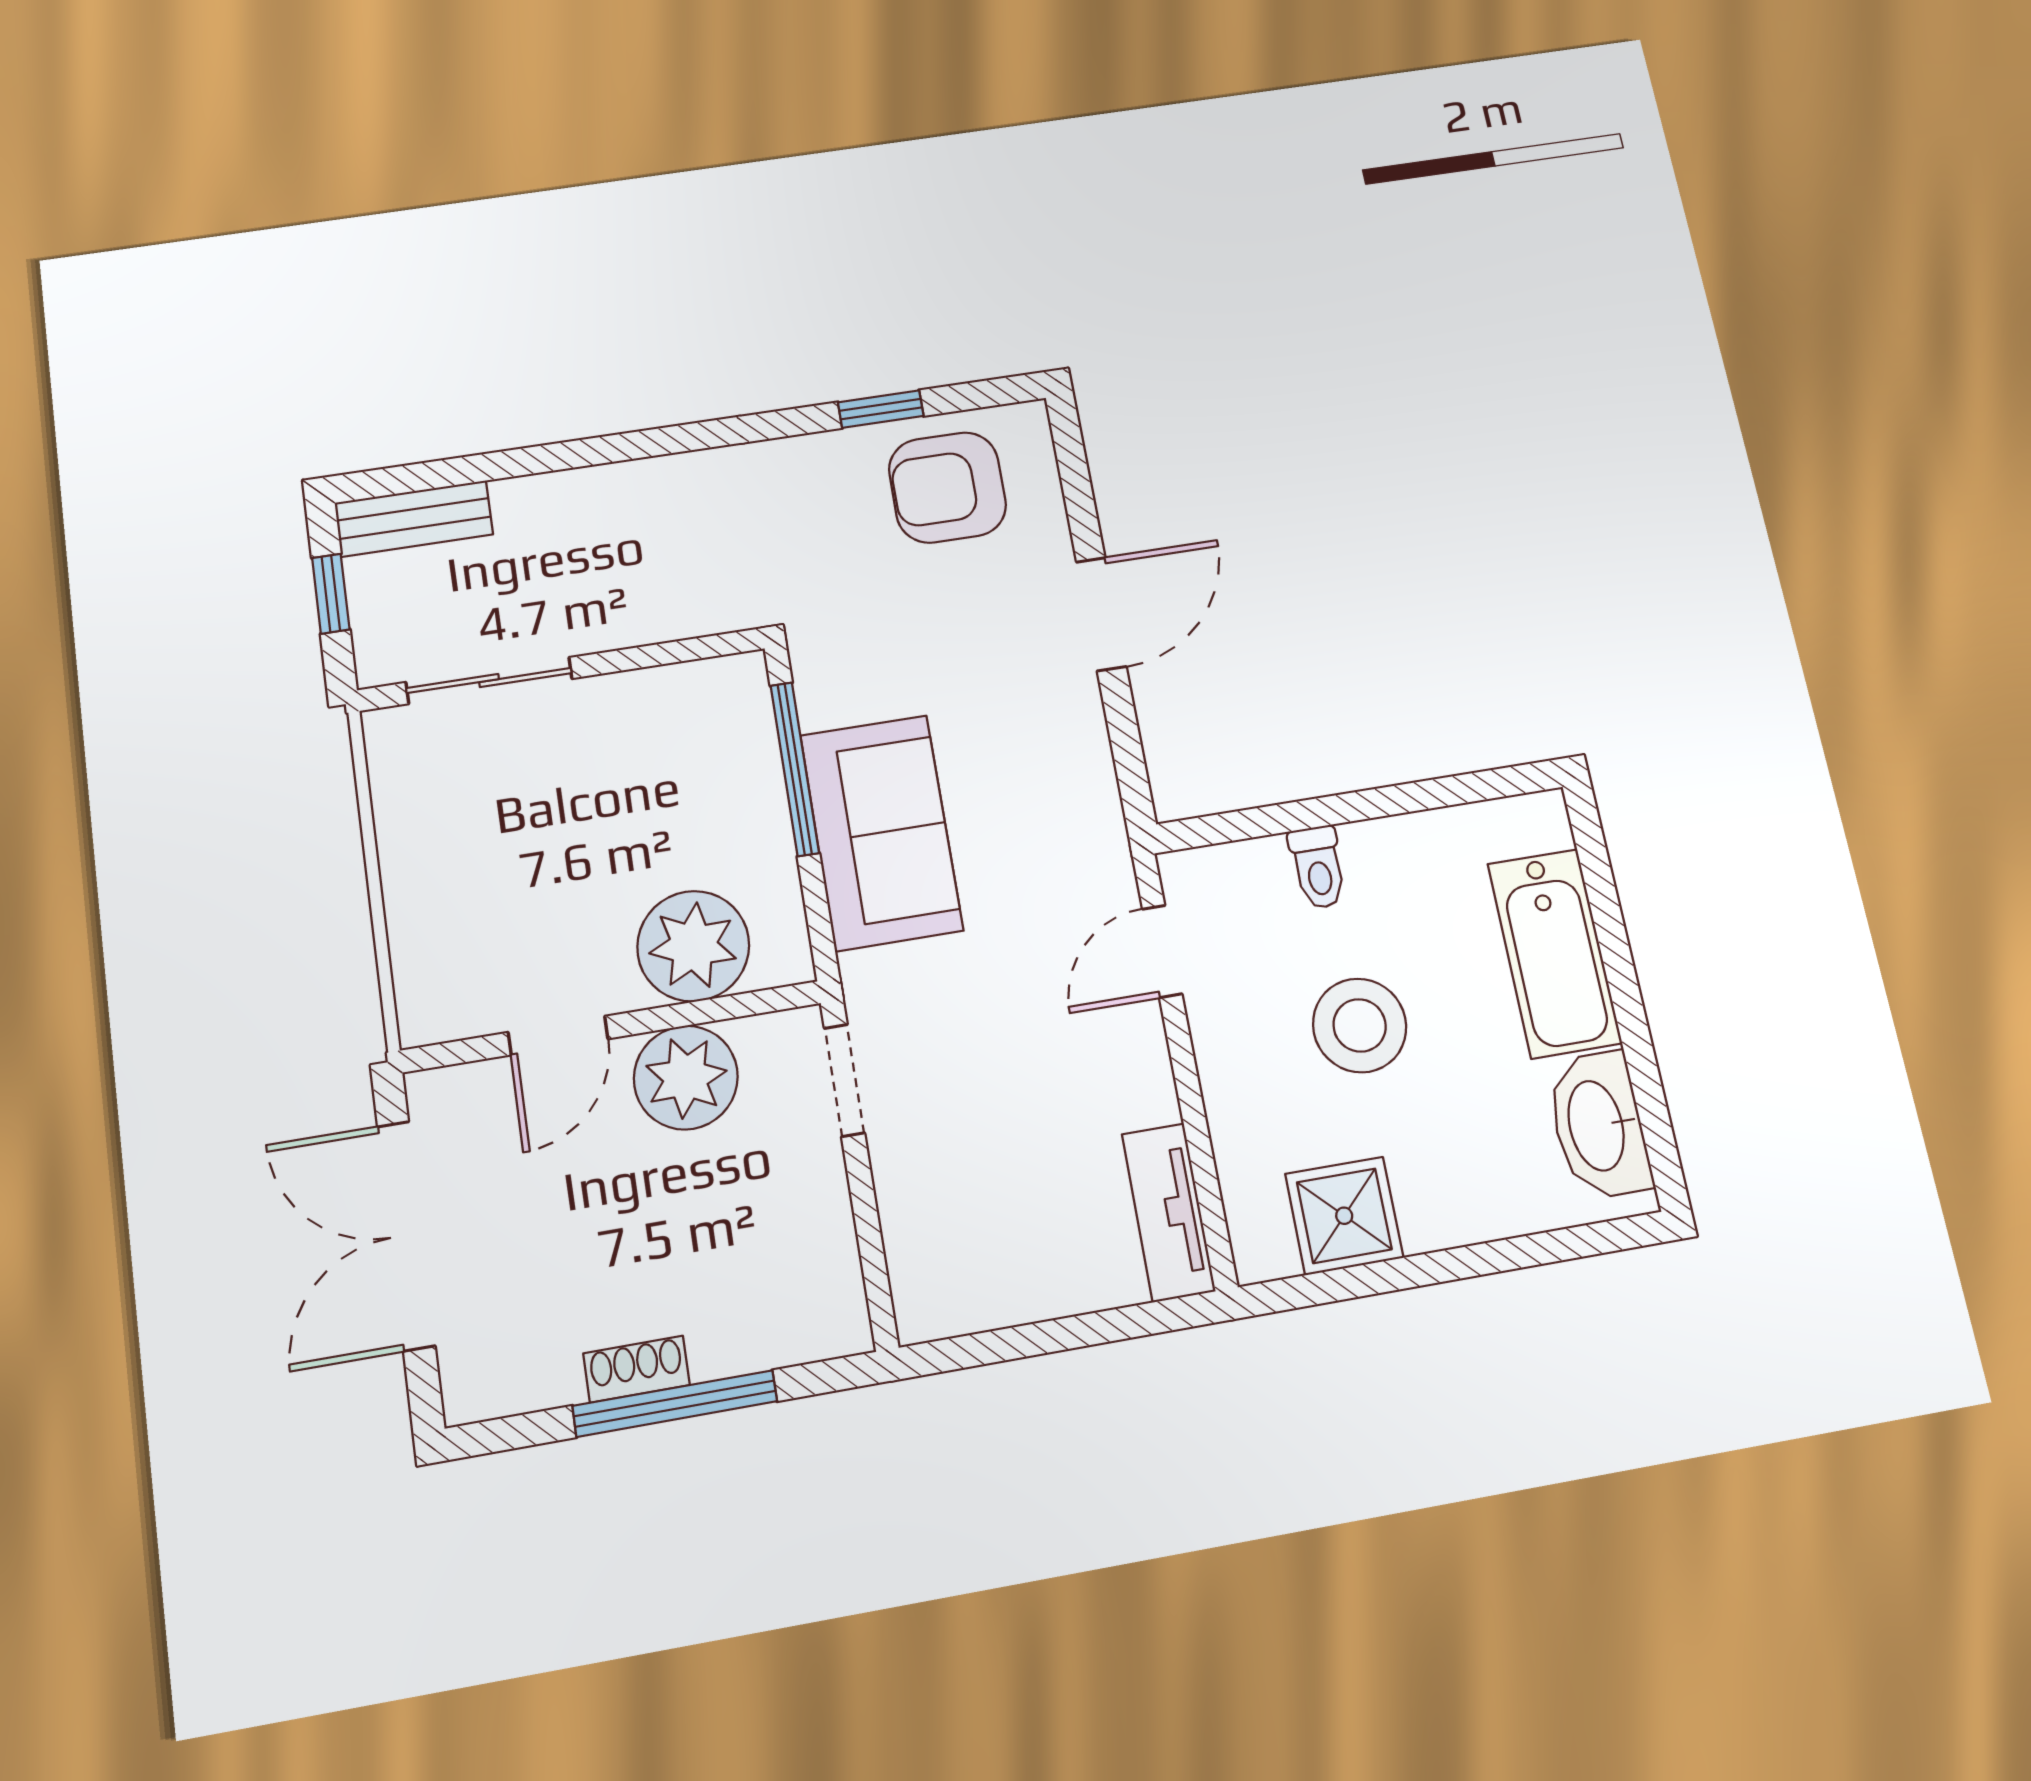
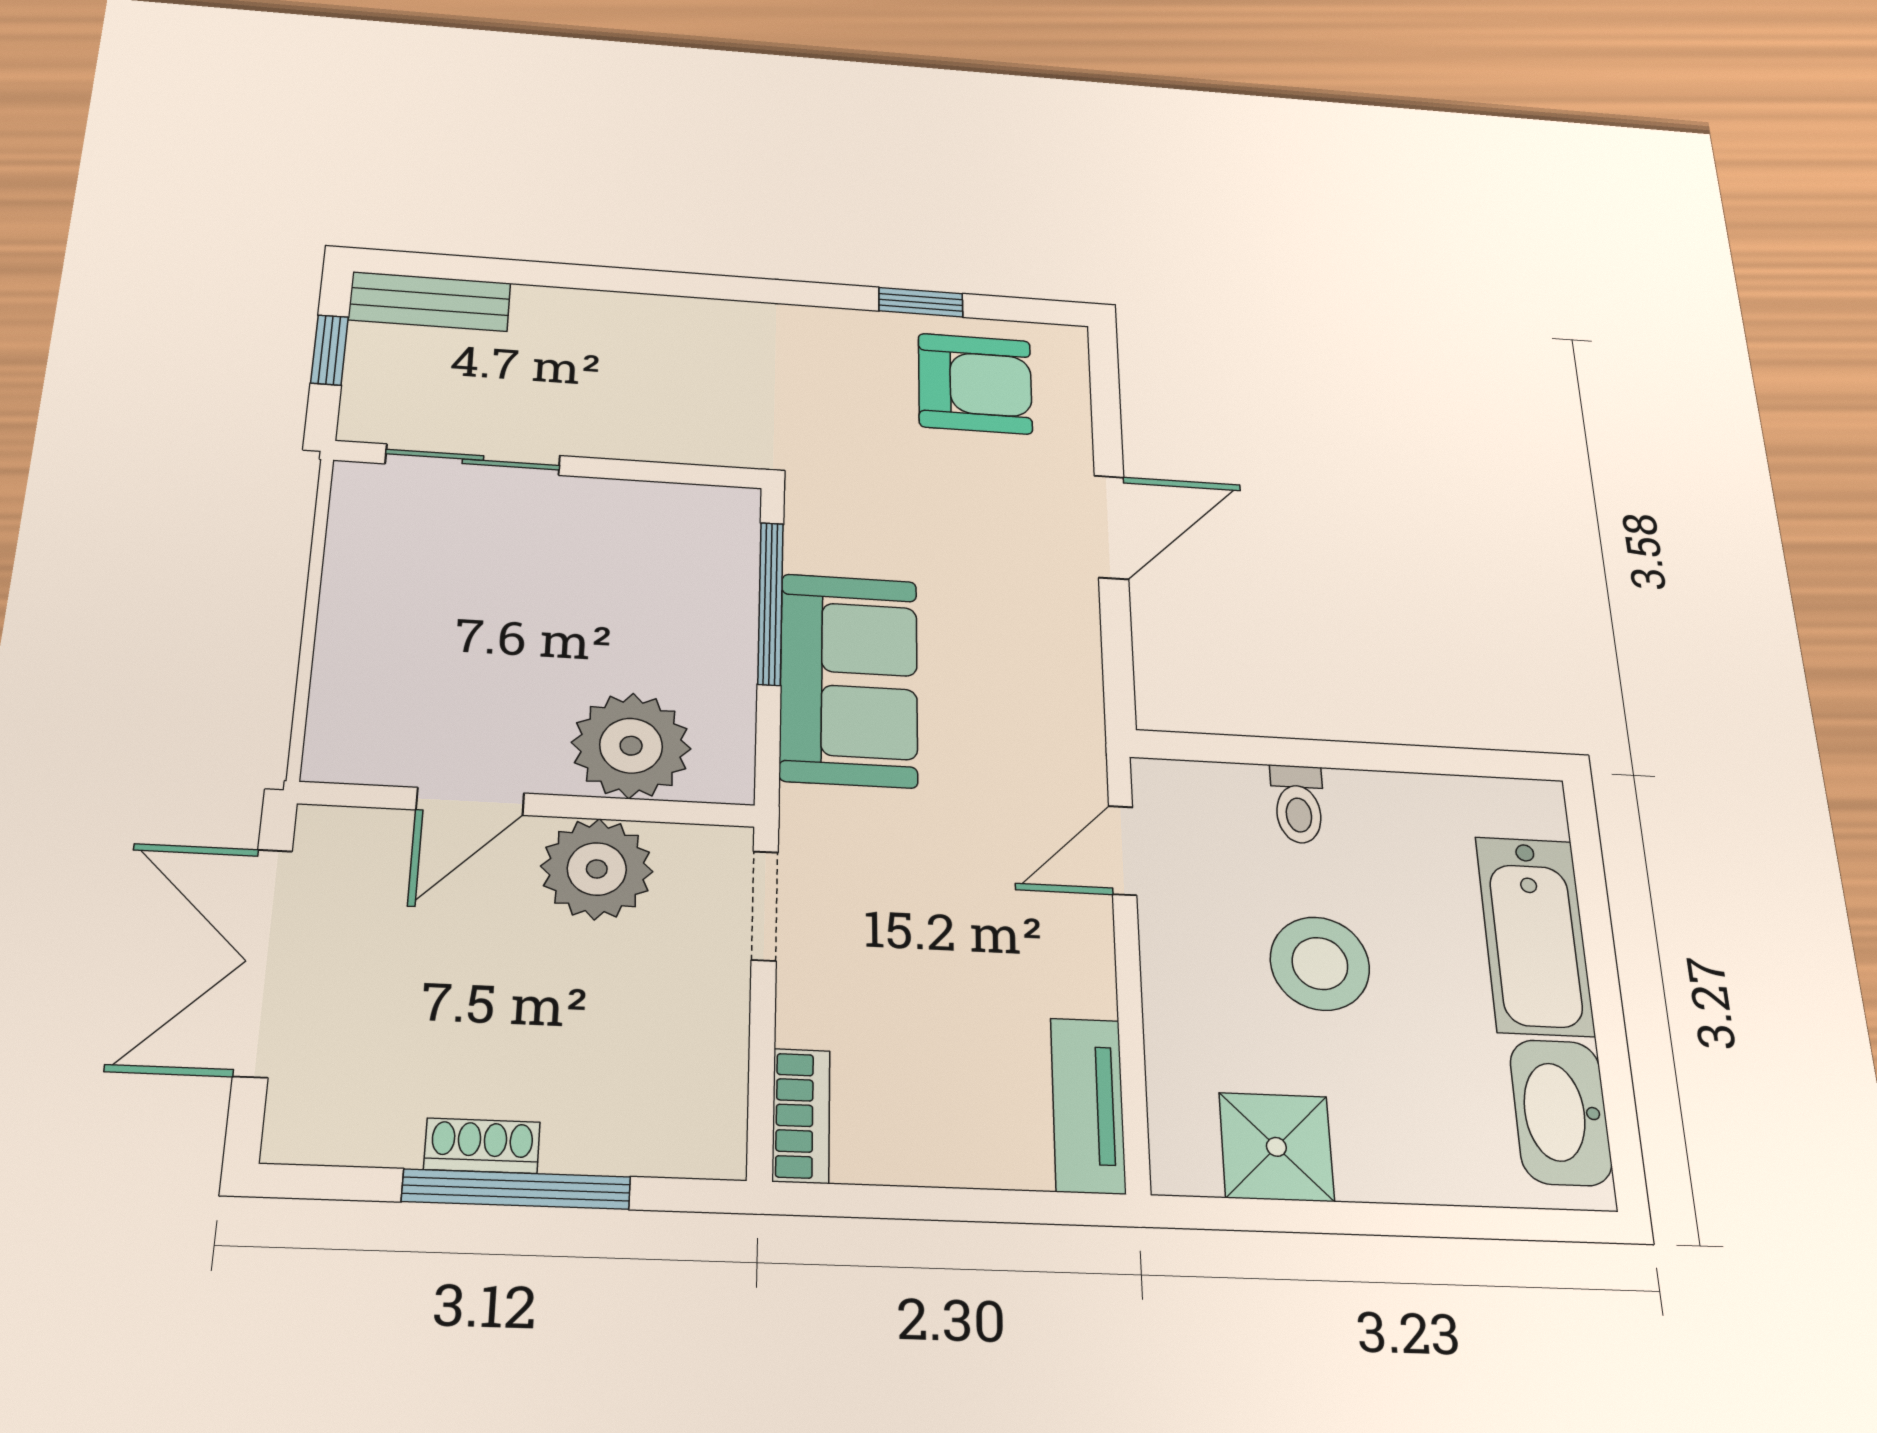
armchair: (947, 487) -> (975, 384), turned 180
bookcase: (913, 1279) -> (801, 1116), added

